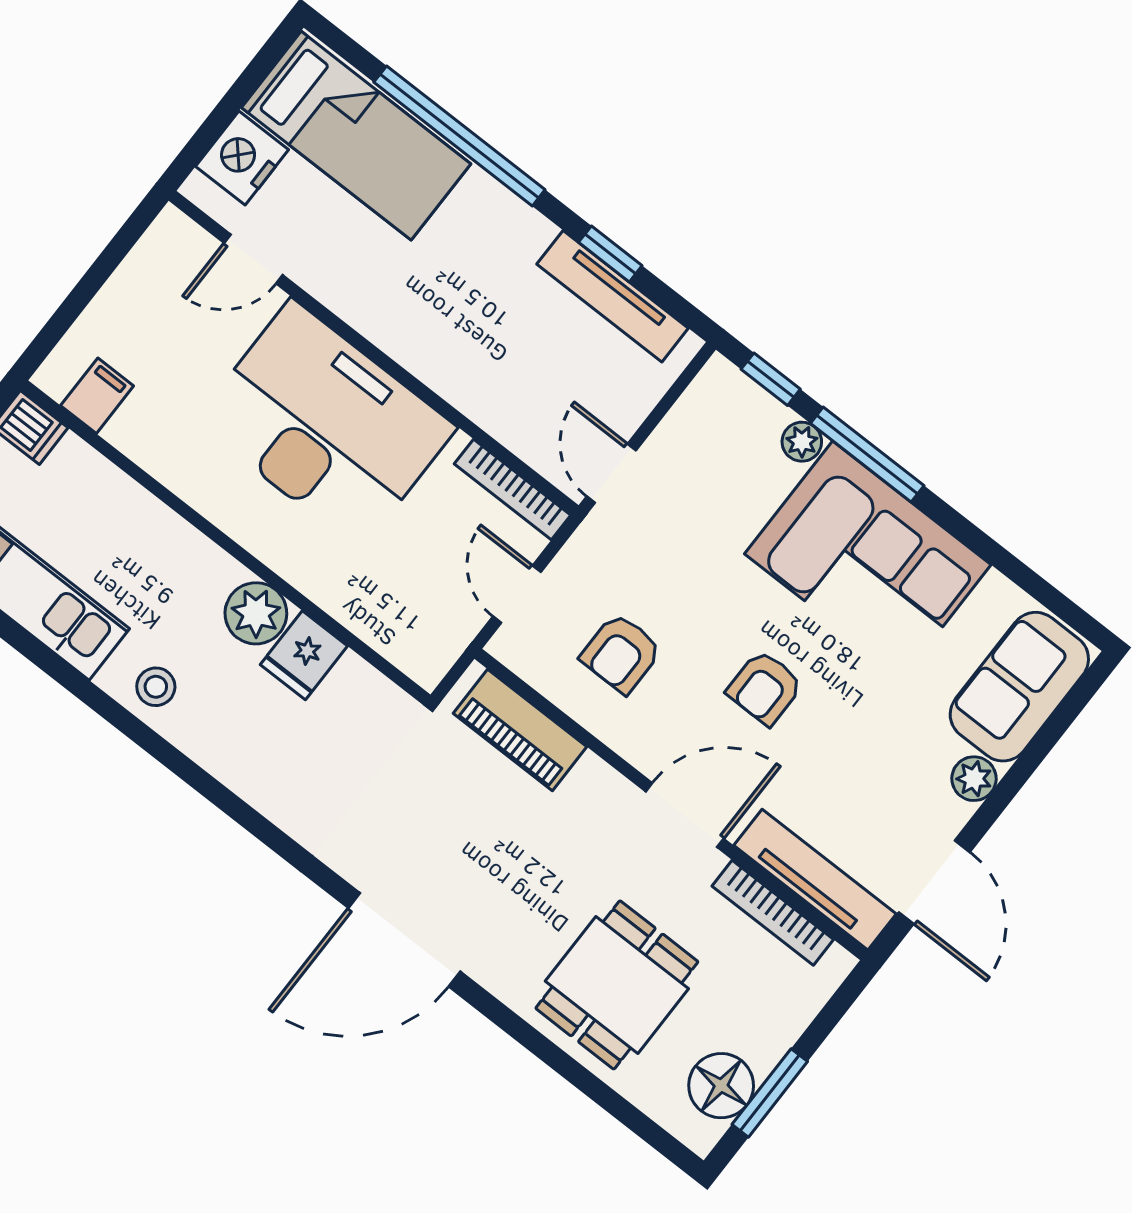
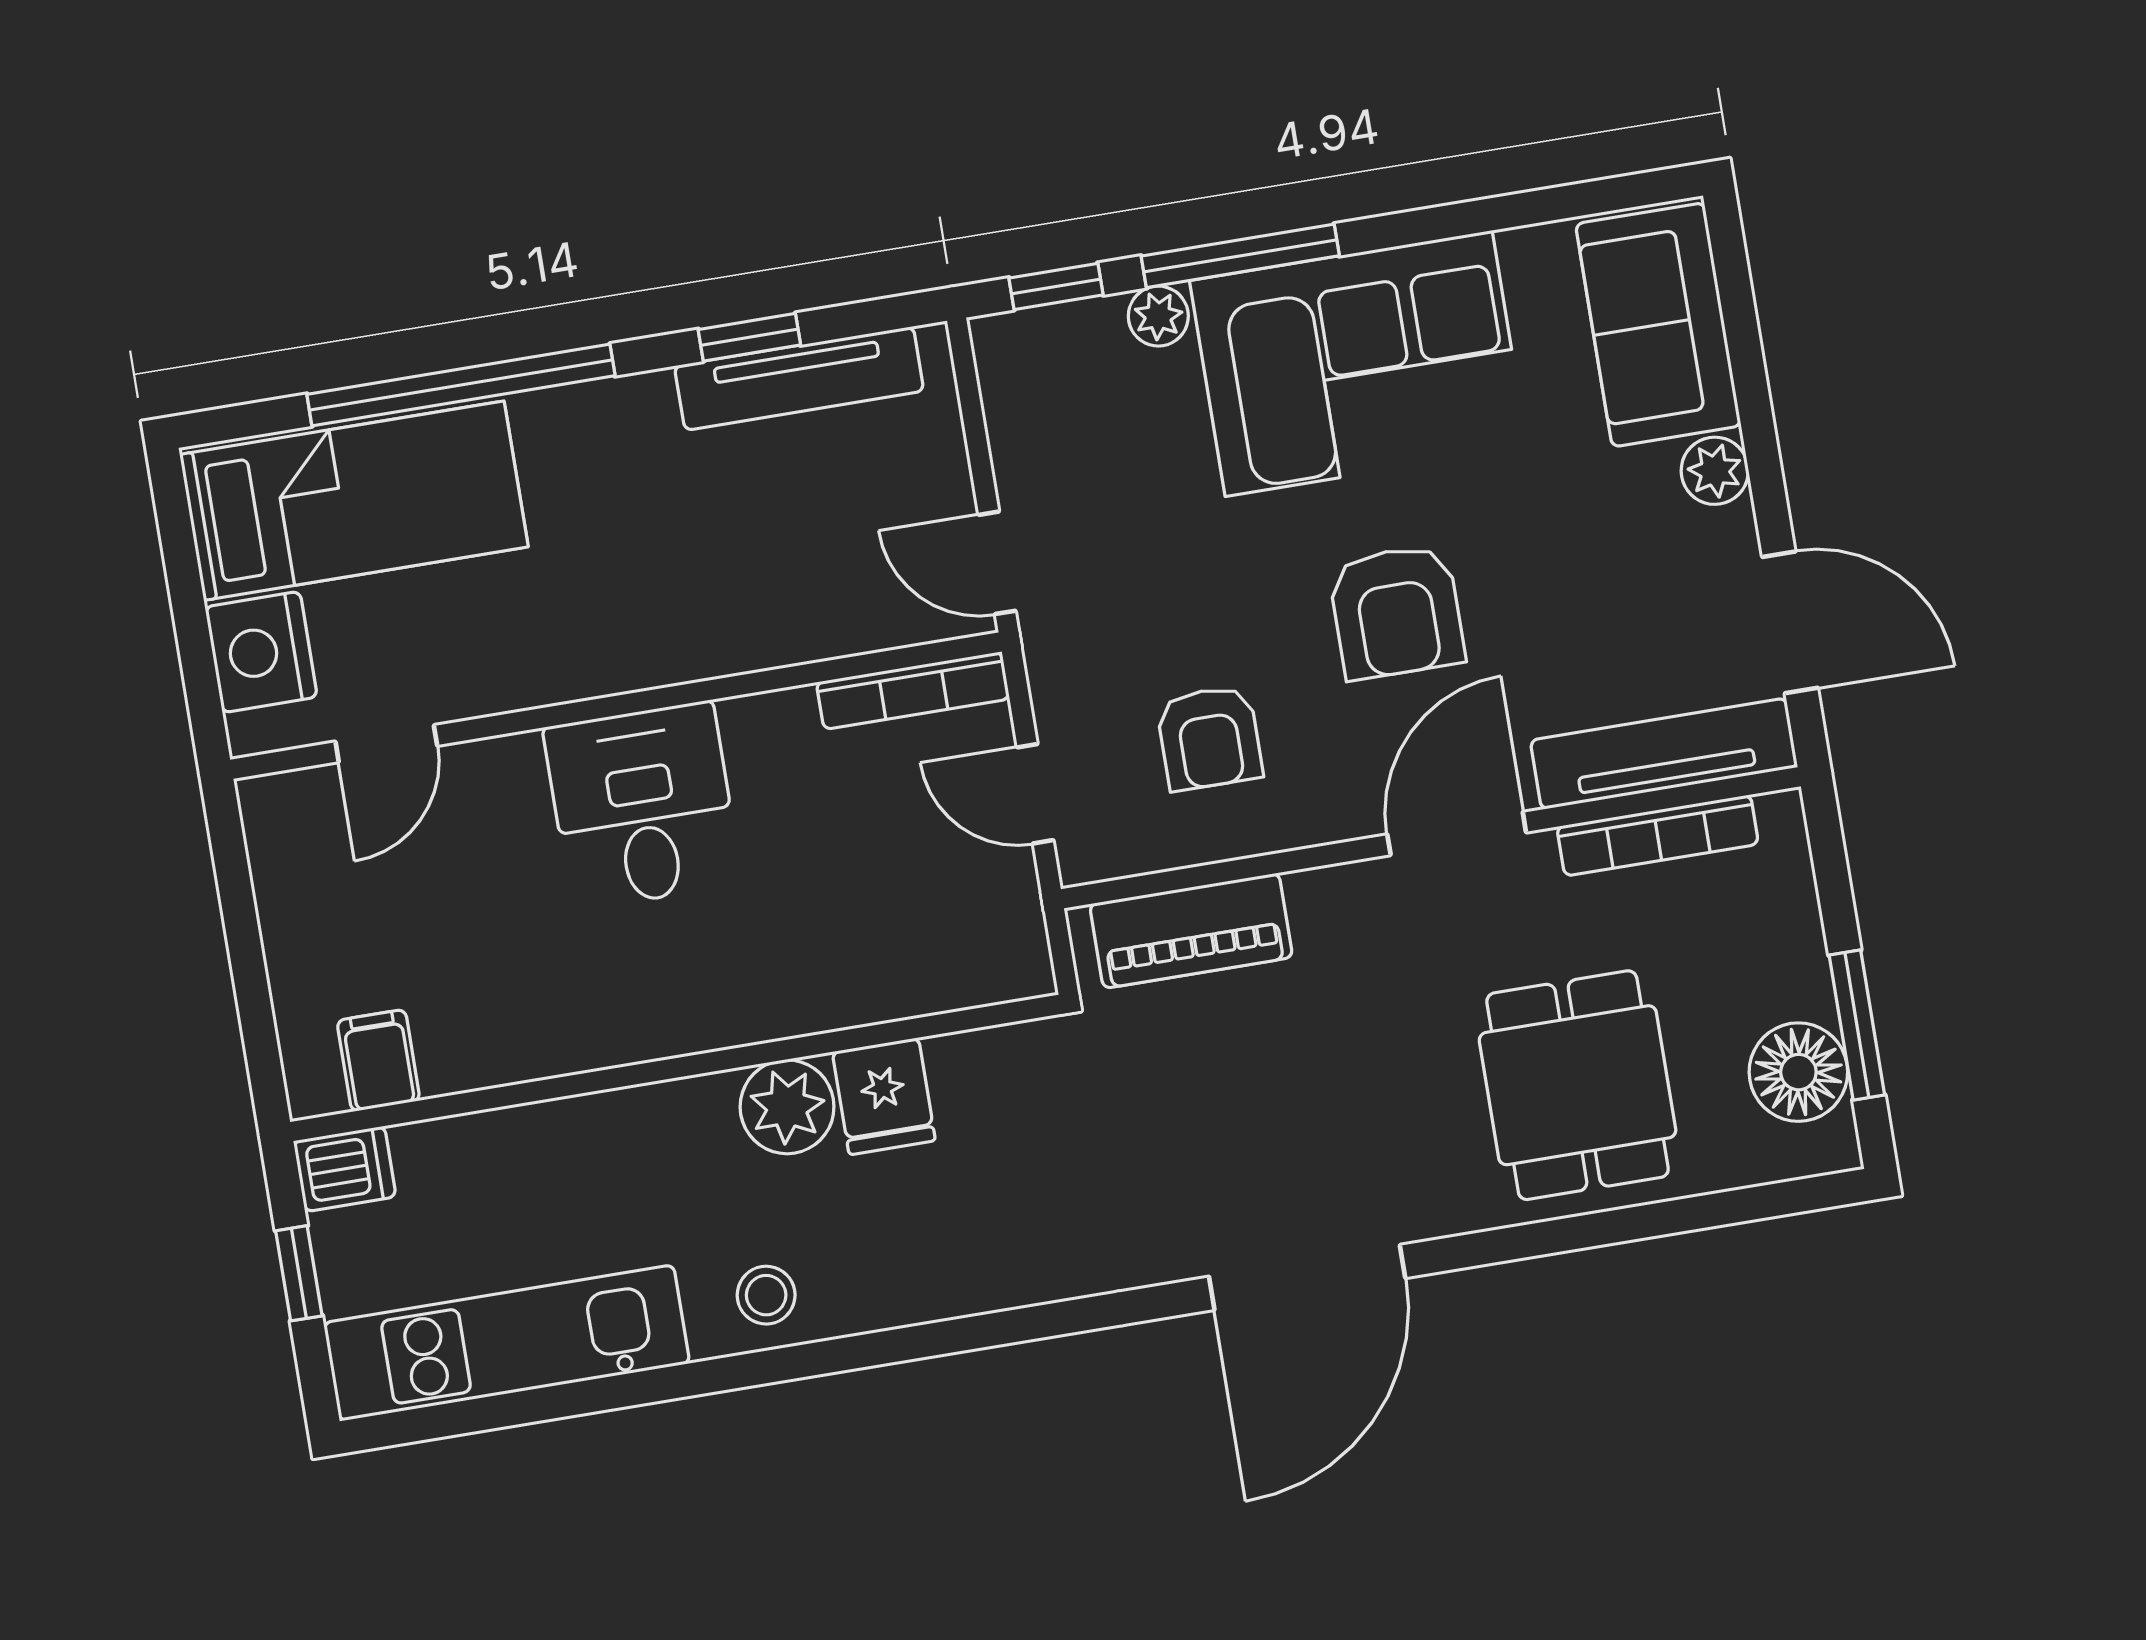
desk: (326, 425) -> (642, 806), width x0.53, depth x0.77
armchair: (765, 688) -> (1396, 612), width x1.38, depth x1.38

